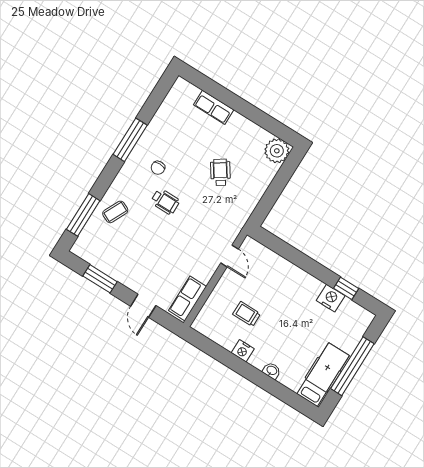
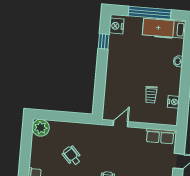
wheelchair: (220, 172) -> (72, 156), turned 81
nightstand: (331, 298) -> (116, 26), moved
nightstand: (243, 351) -> (173, 102), moved

